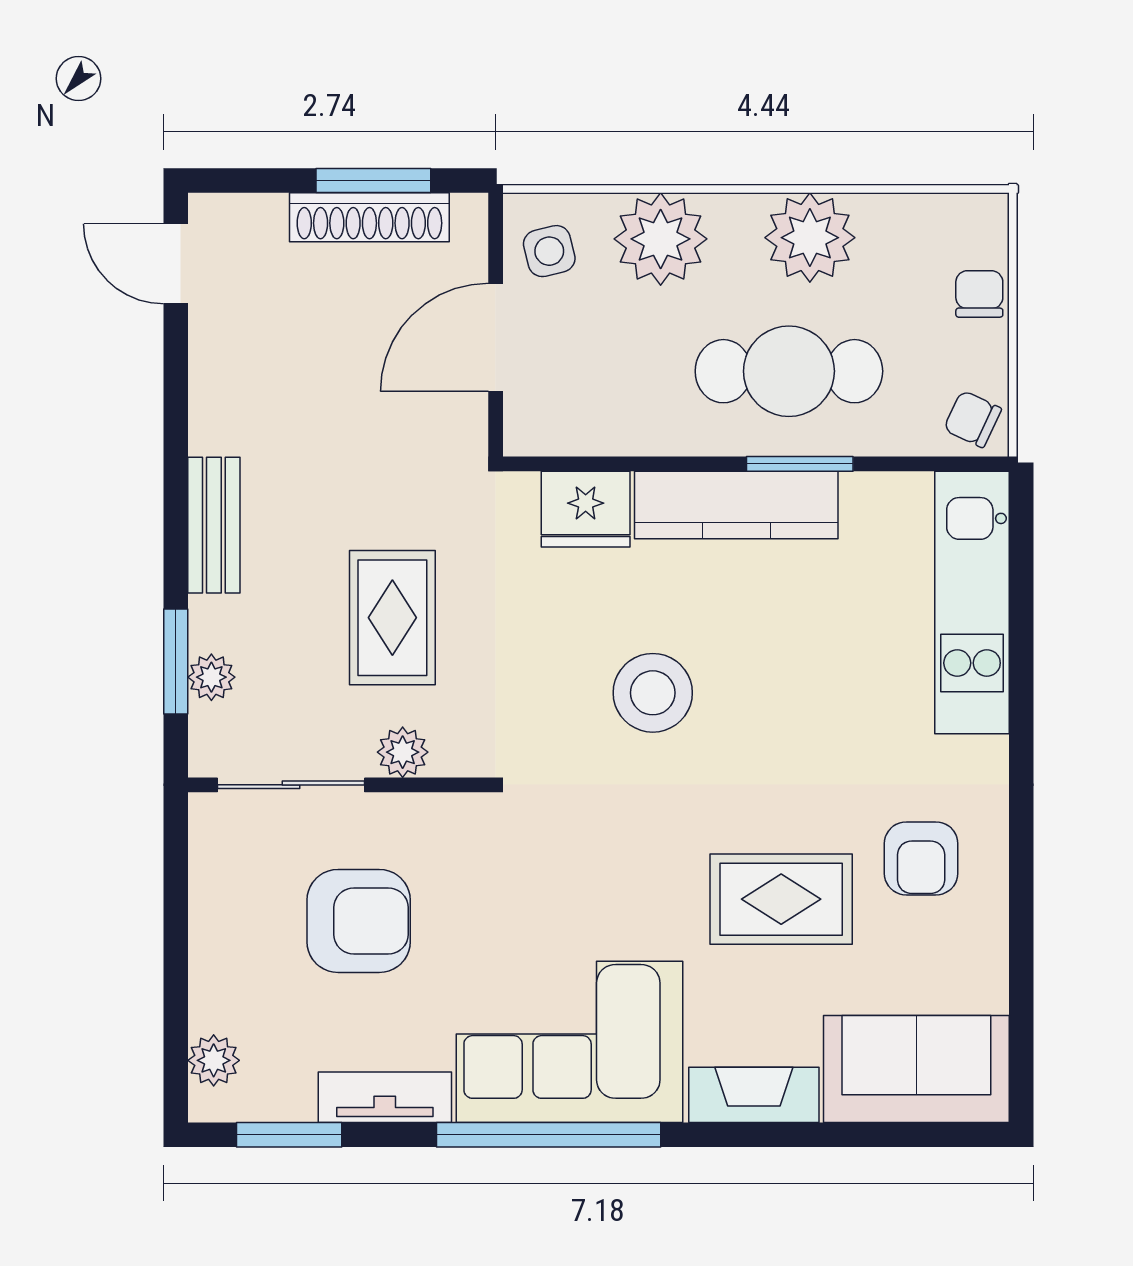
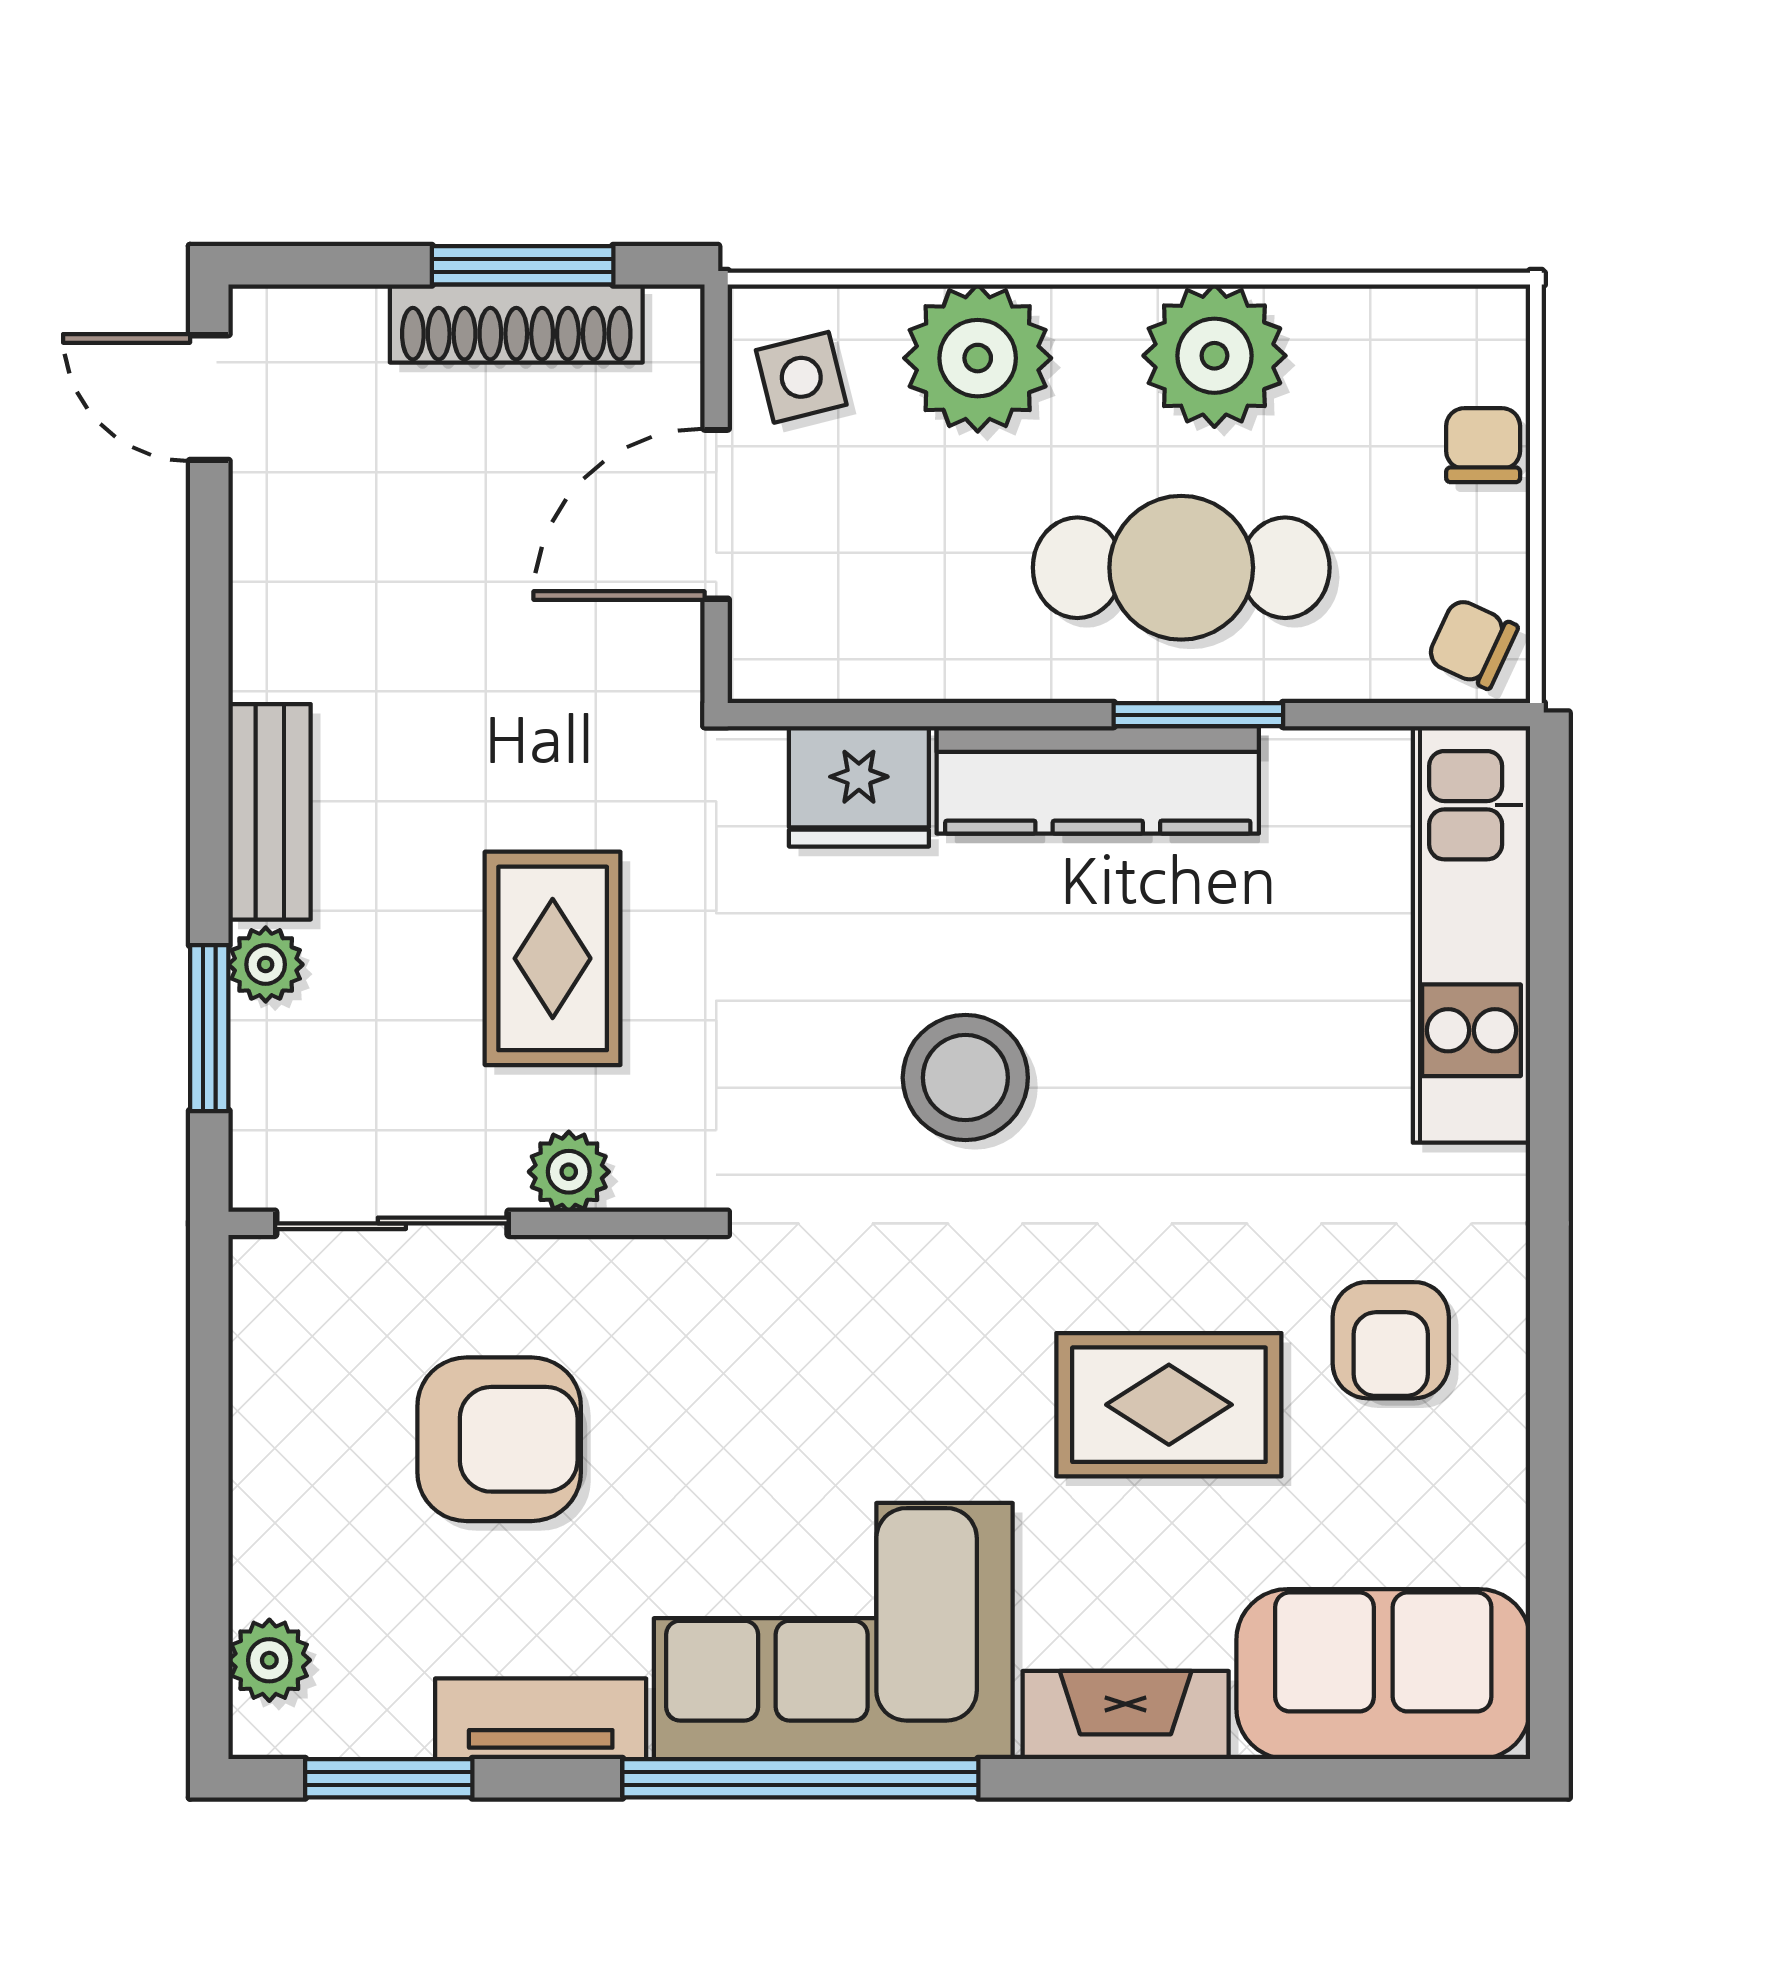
plant: (211, 677) -> (266, 964), moved

